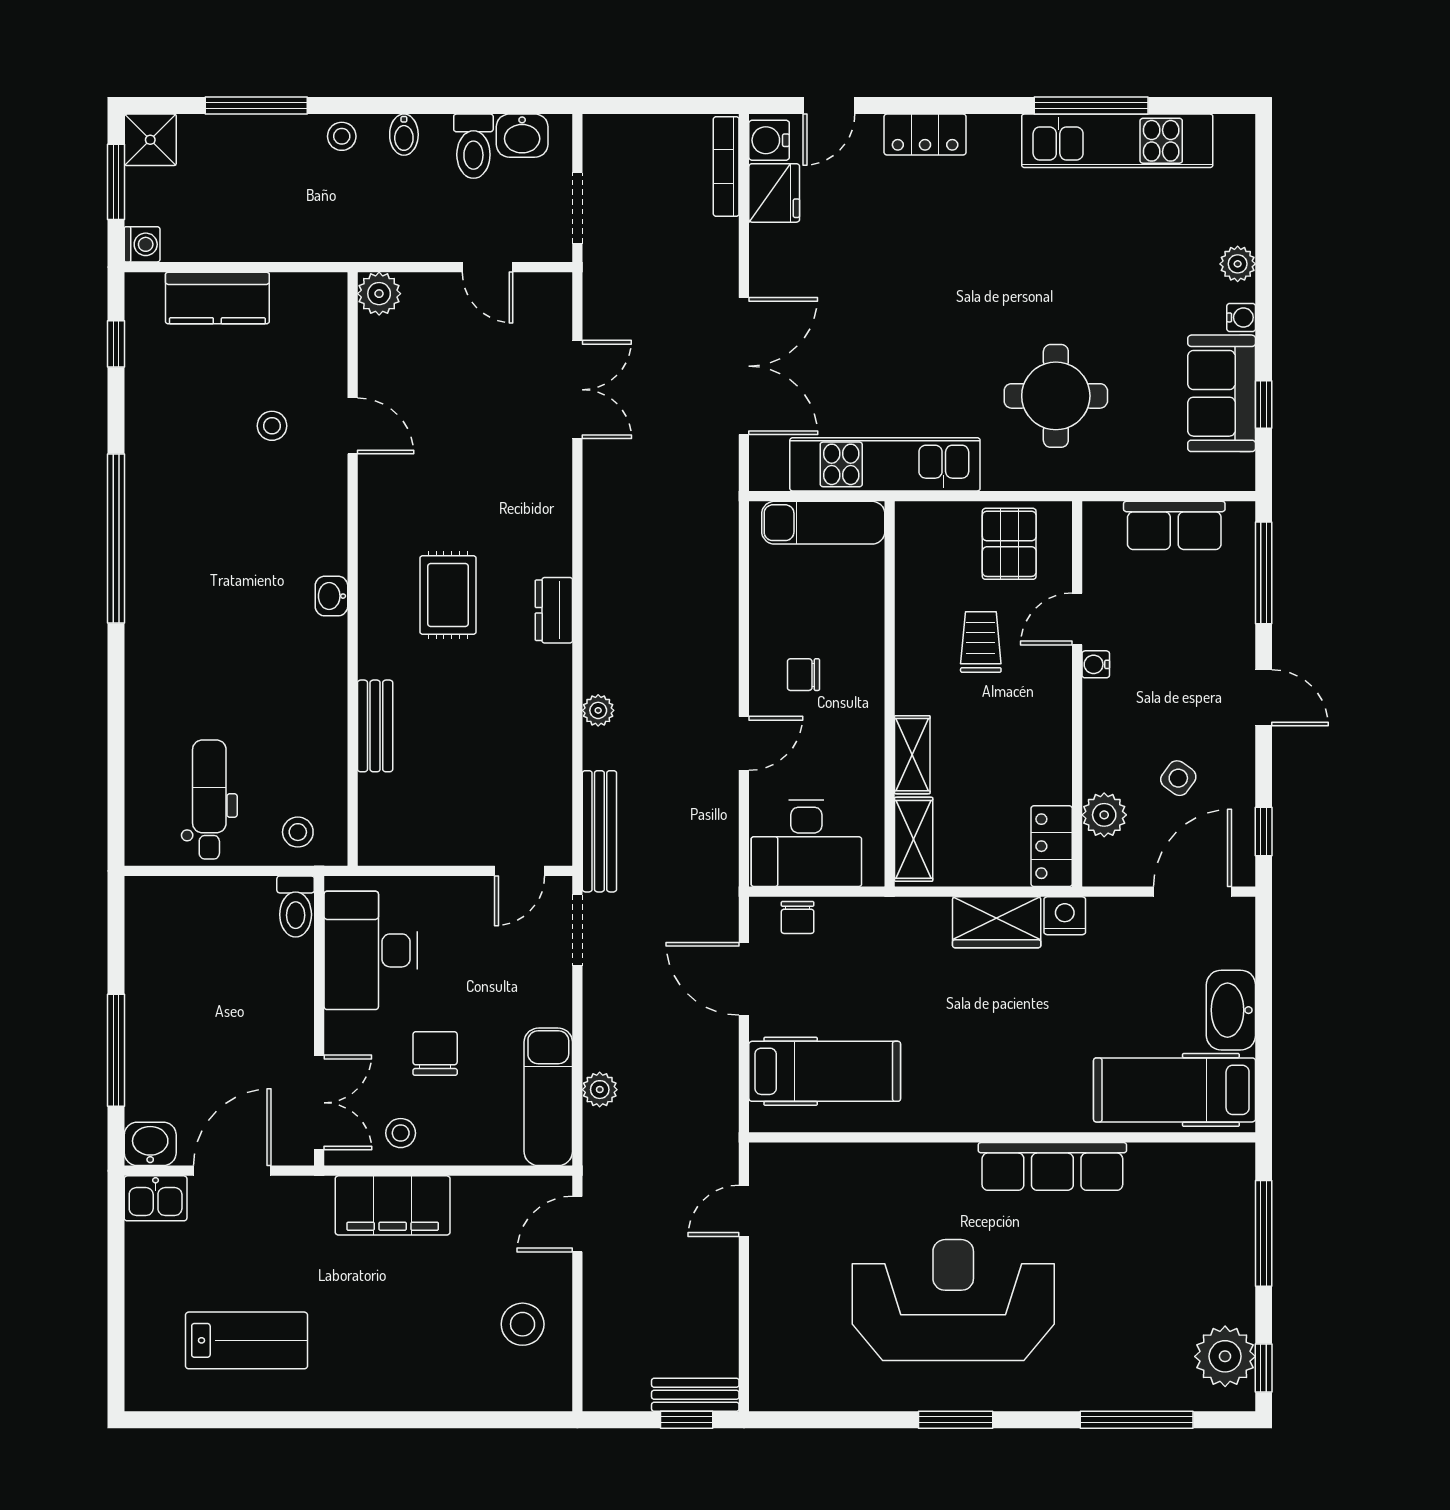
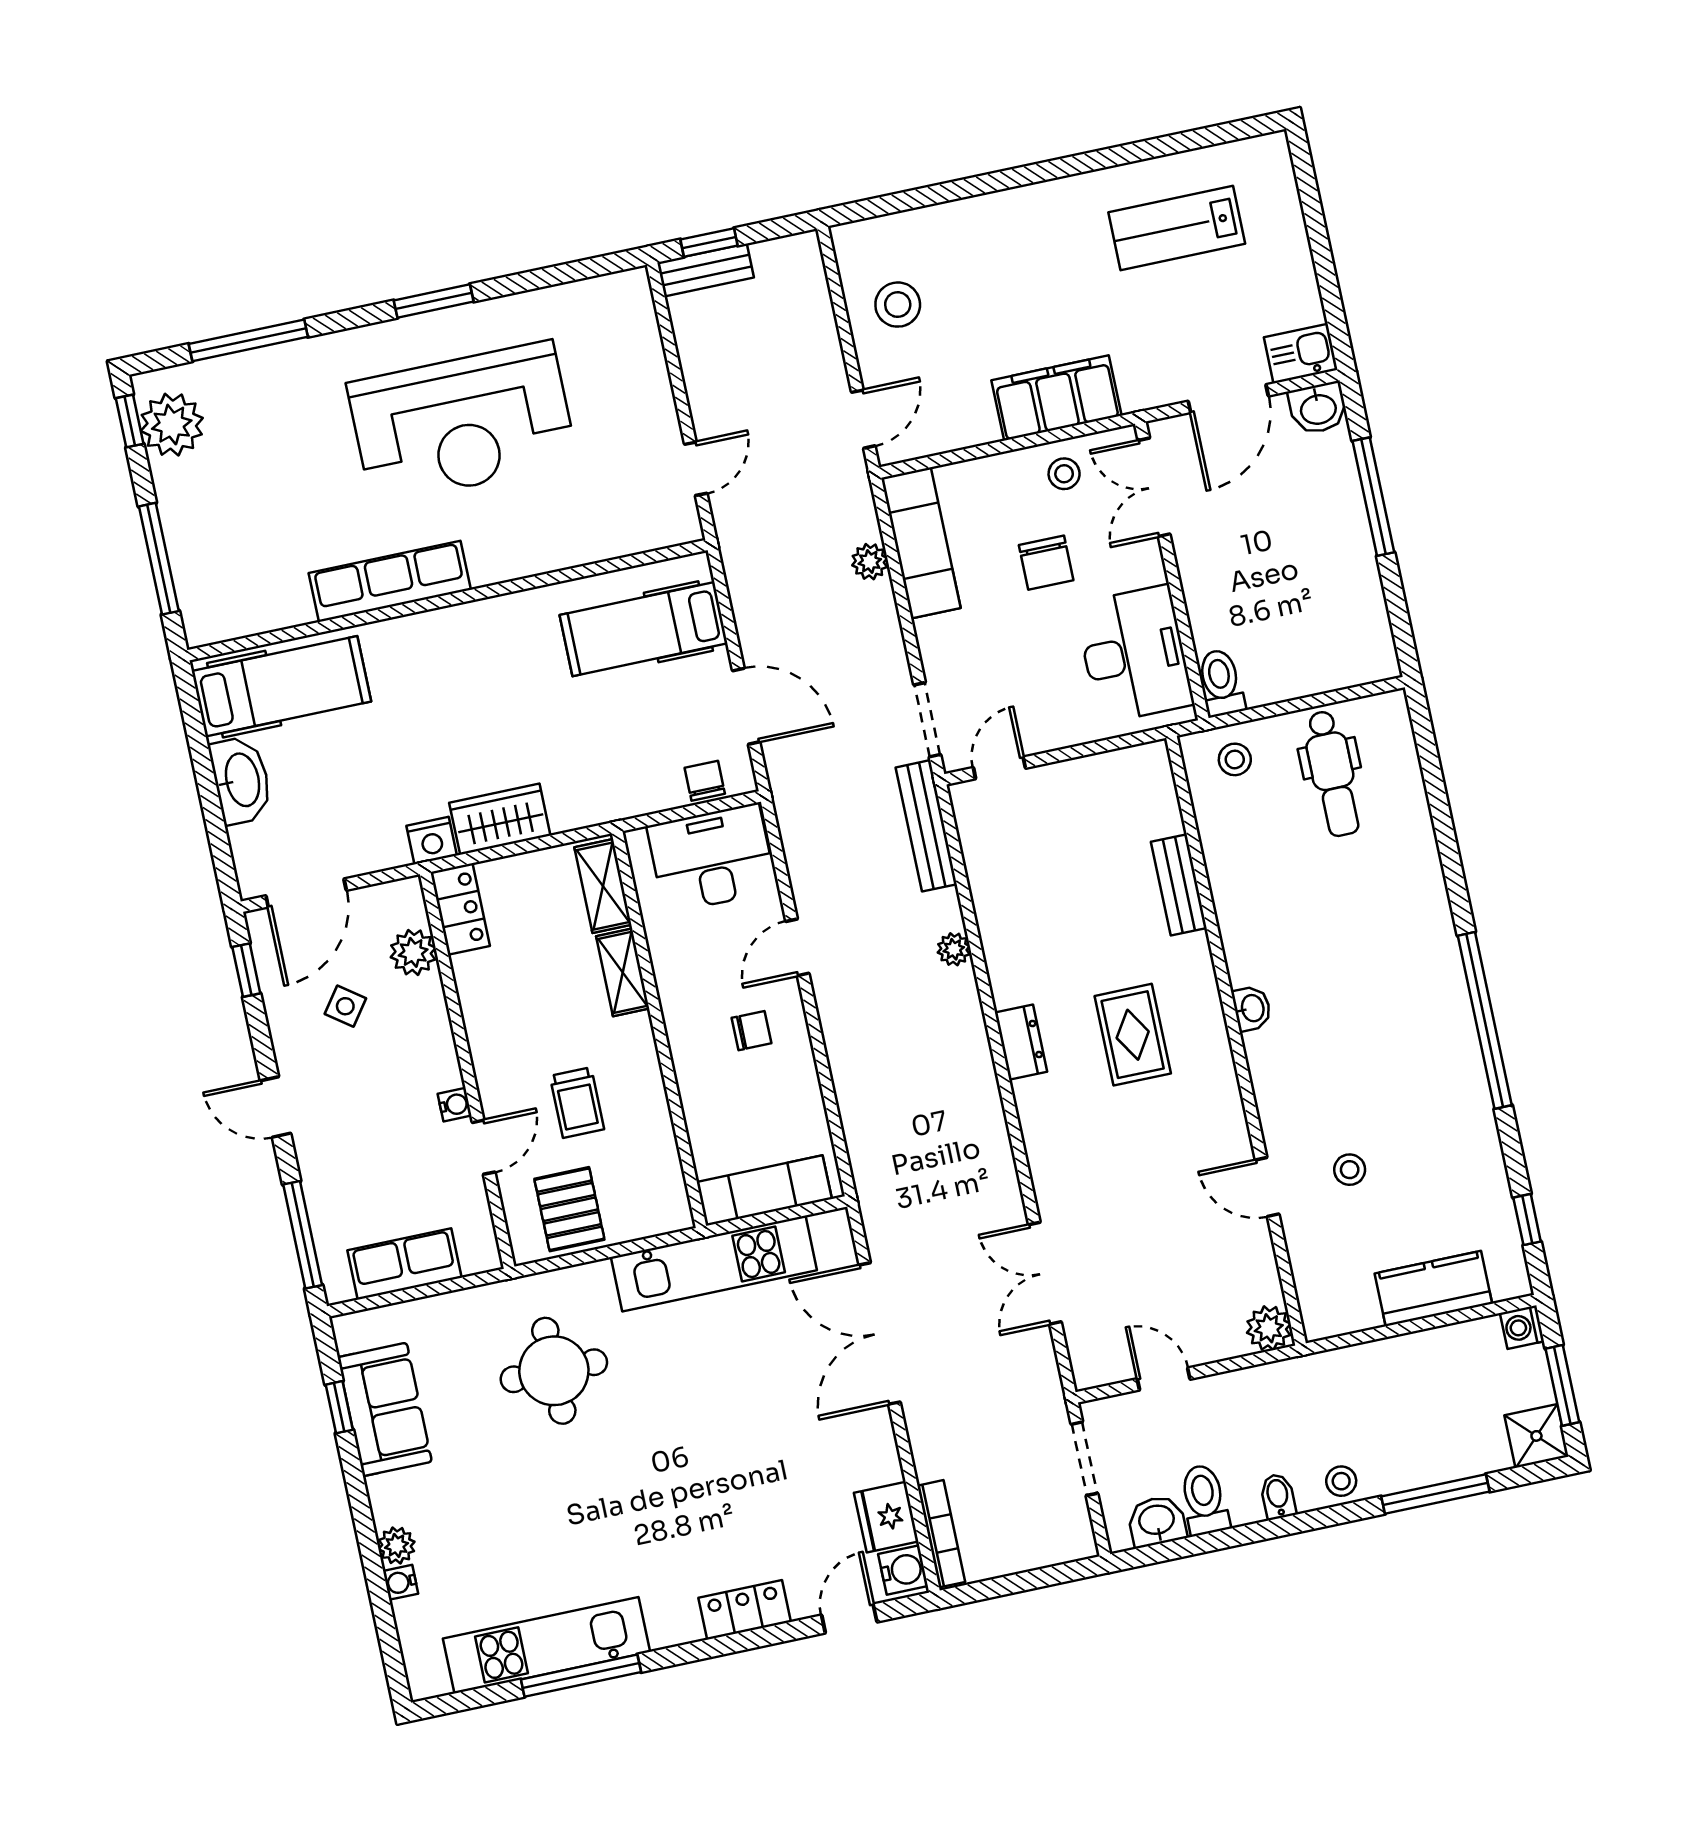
water cooler: (1241, 317) -> (401, 1582), moved

